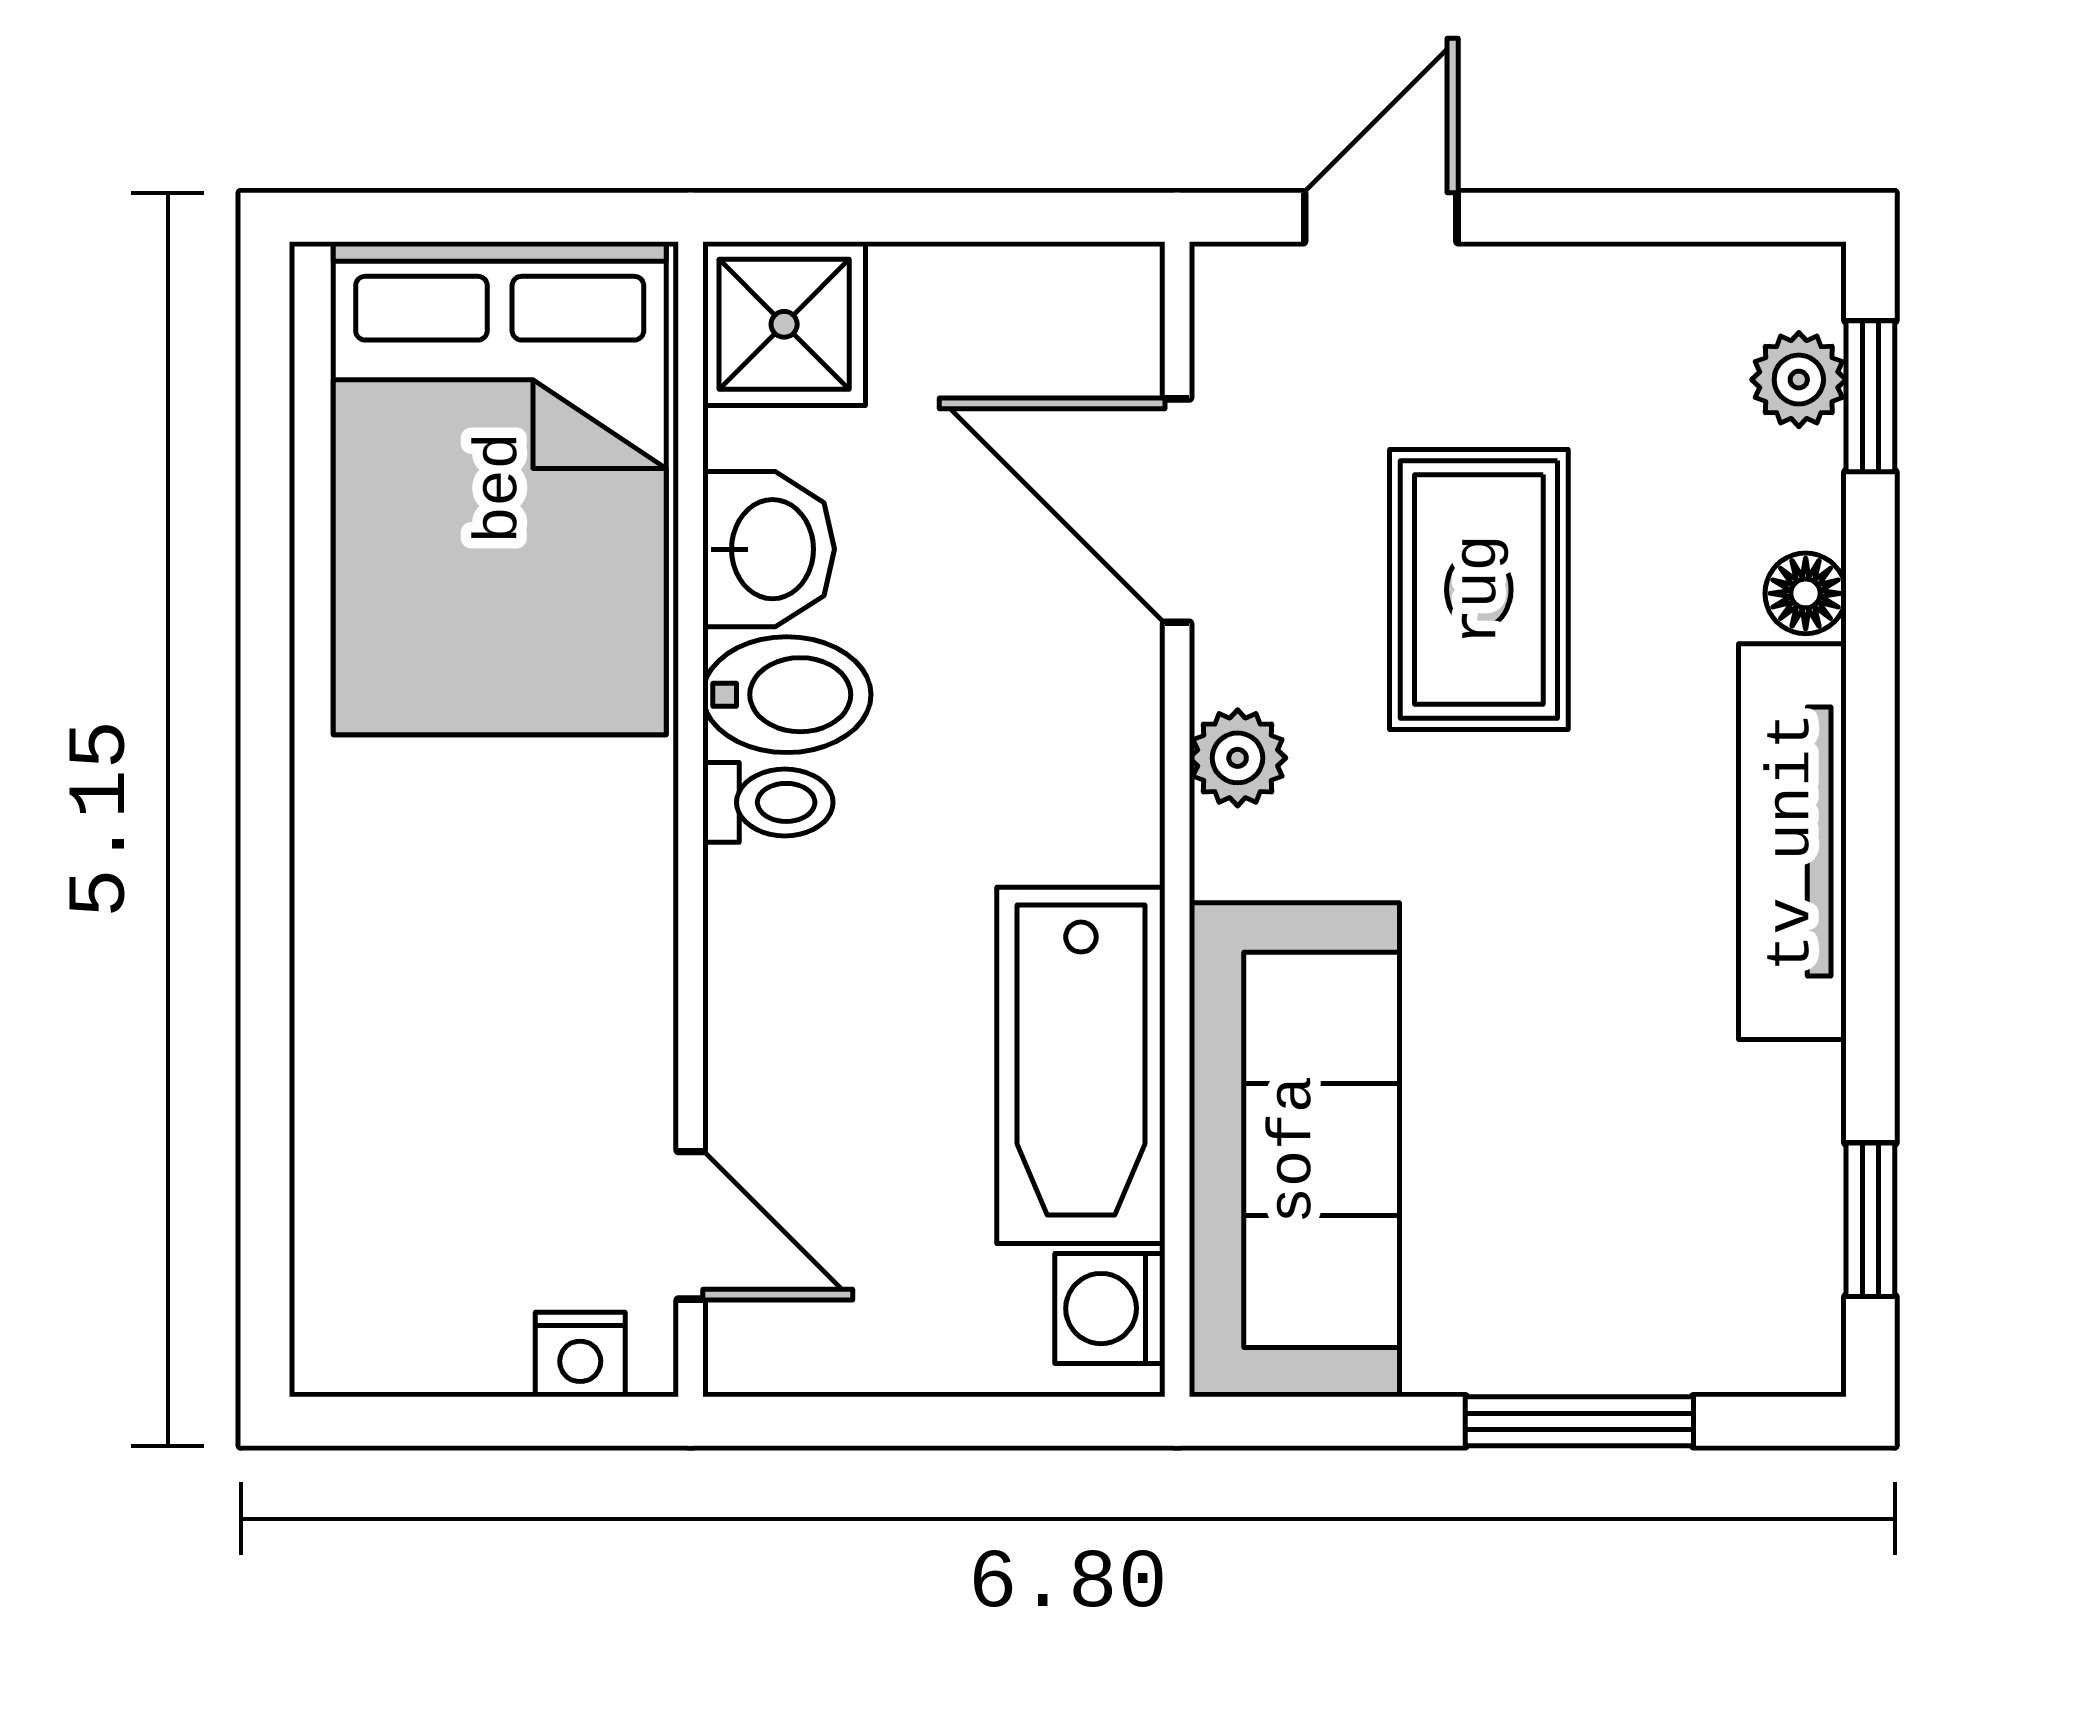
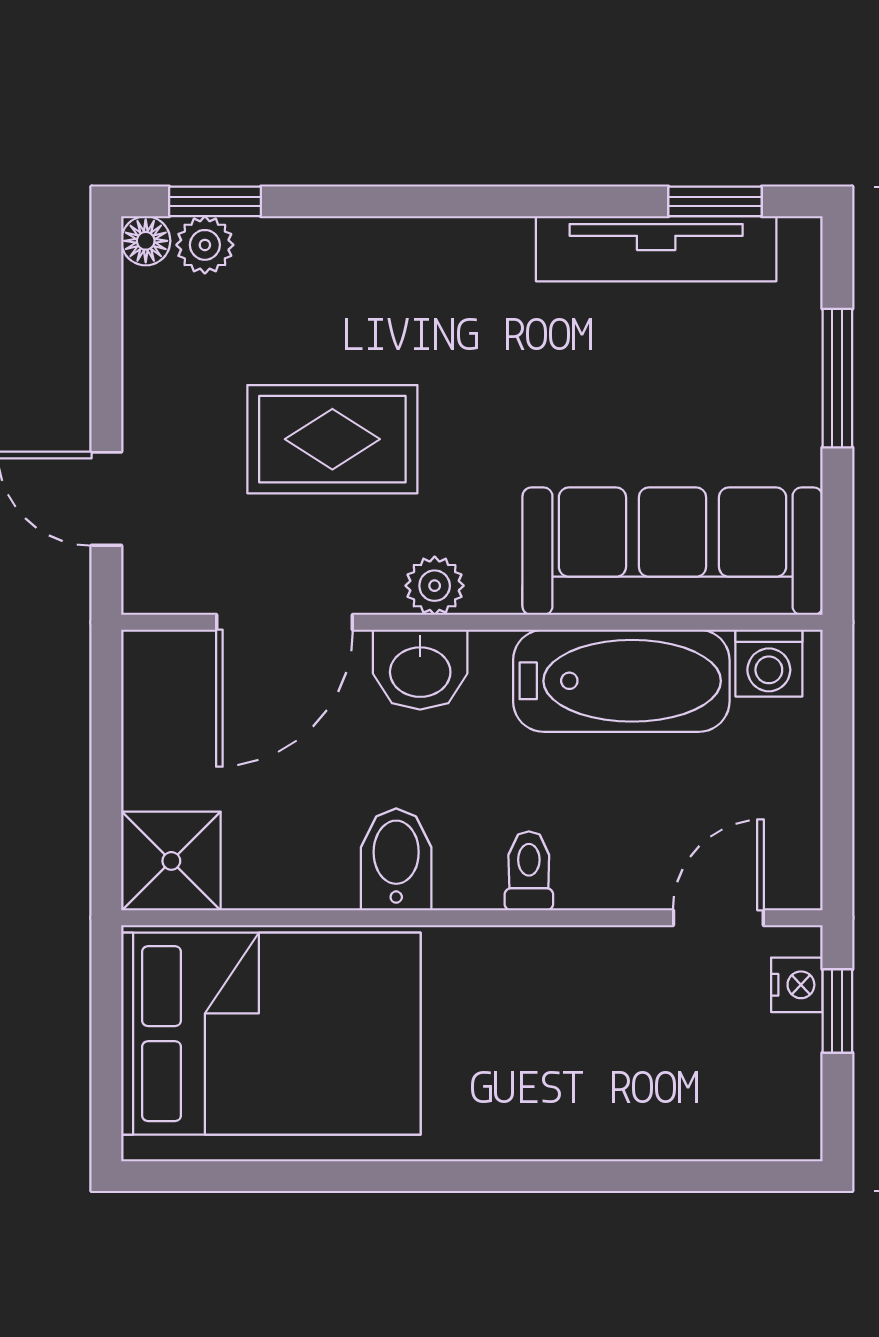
washbasin: (769, 549) -> (420, 670), moved, turned 180
floor lamp: (1806, 593) -> (146, 241), moved
toilet: (768, 802) -> (529, 871), moved
tv unit: (1792, 842) -> (656, 249), moved
window: (537, 1421) -> (837, 1011), added

